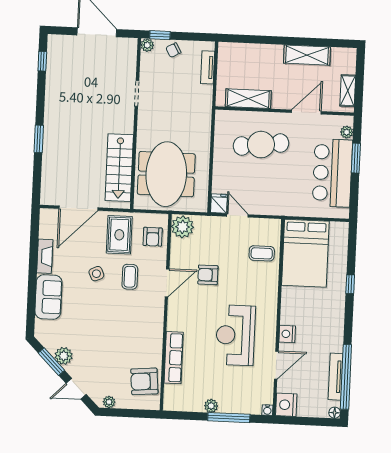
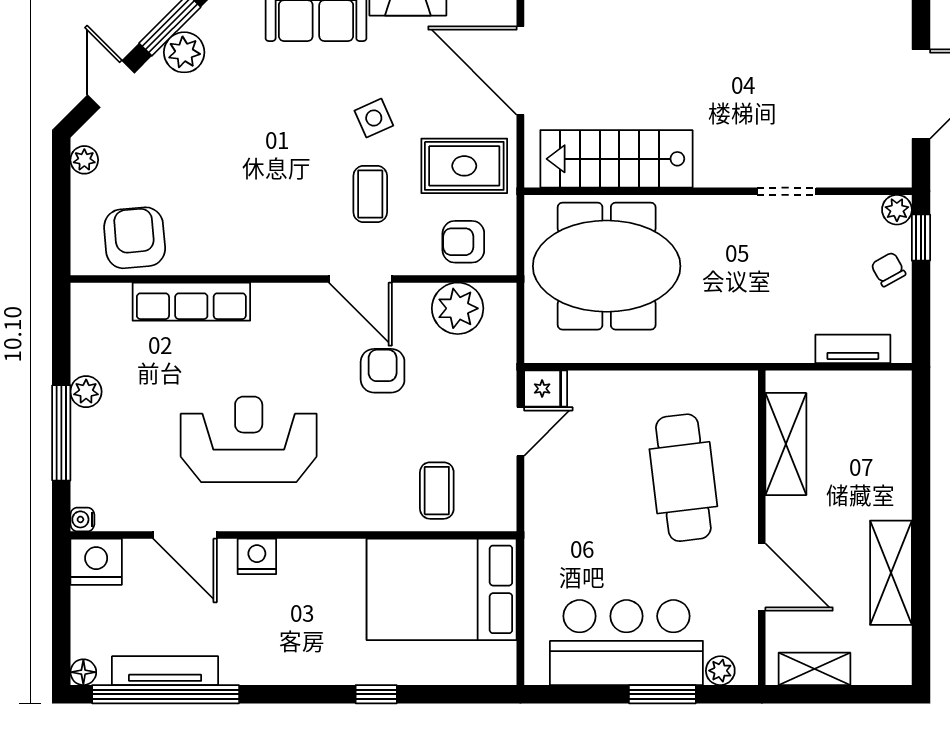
plant: (183, 227) -> (458, 308), moved
coffee table: (130, 277) -> (370, 194), turned 90

